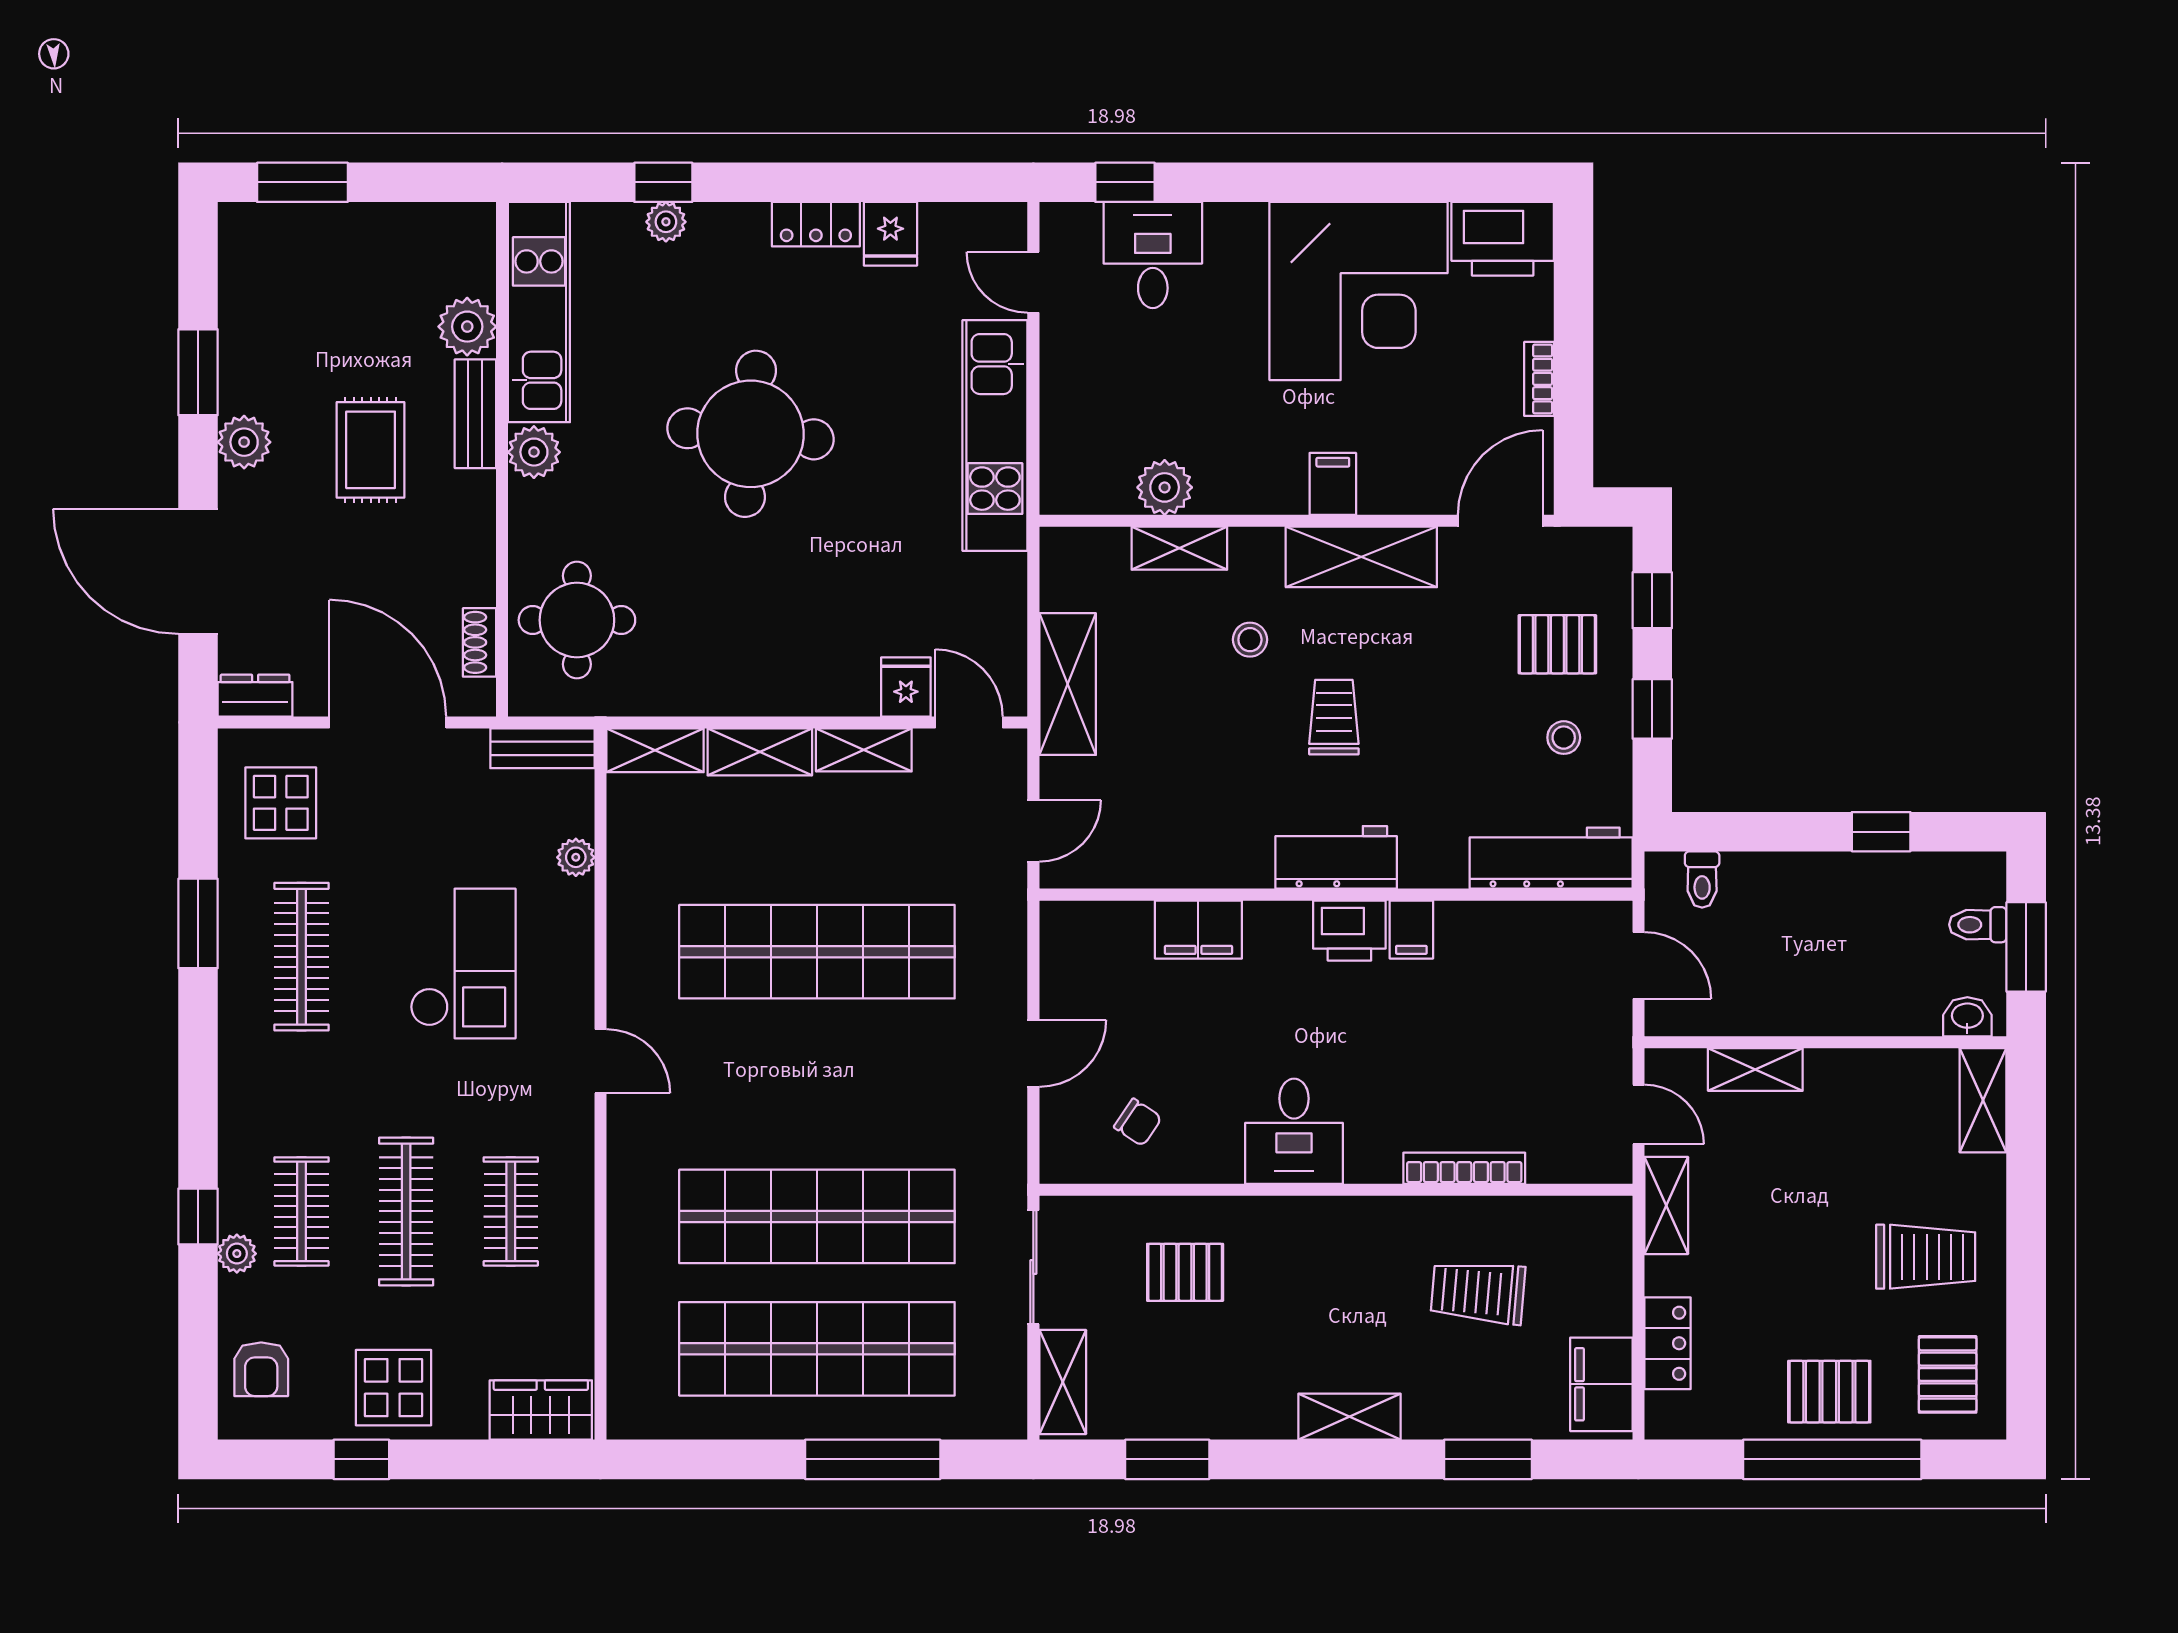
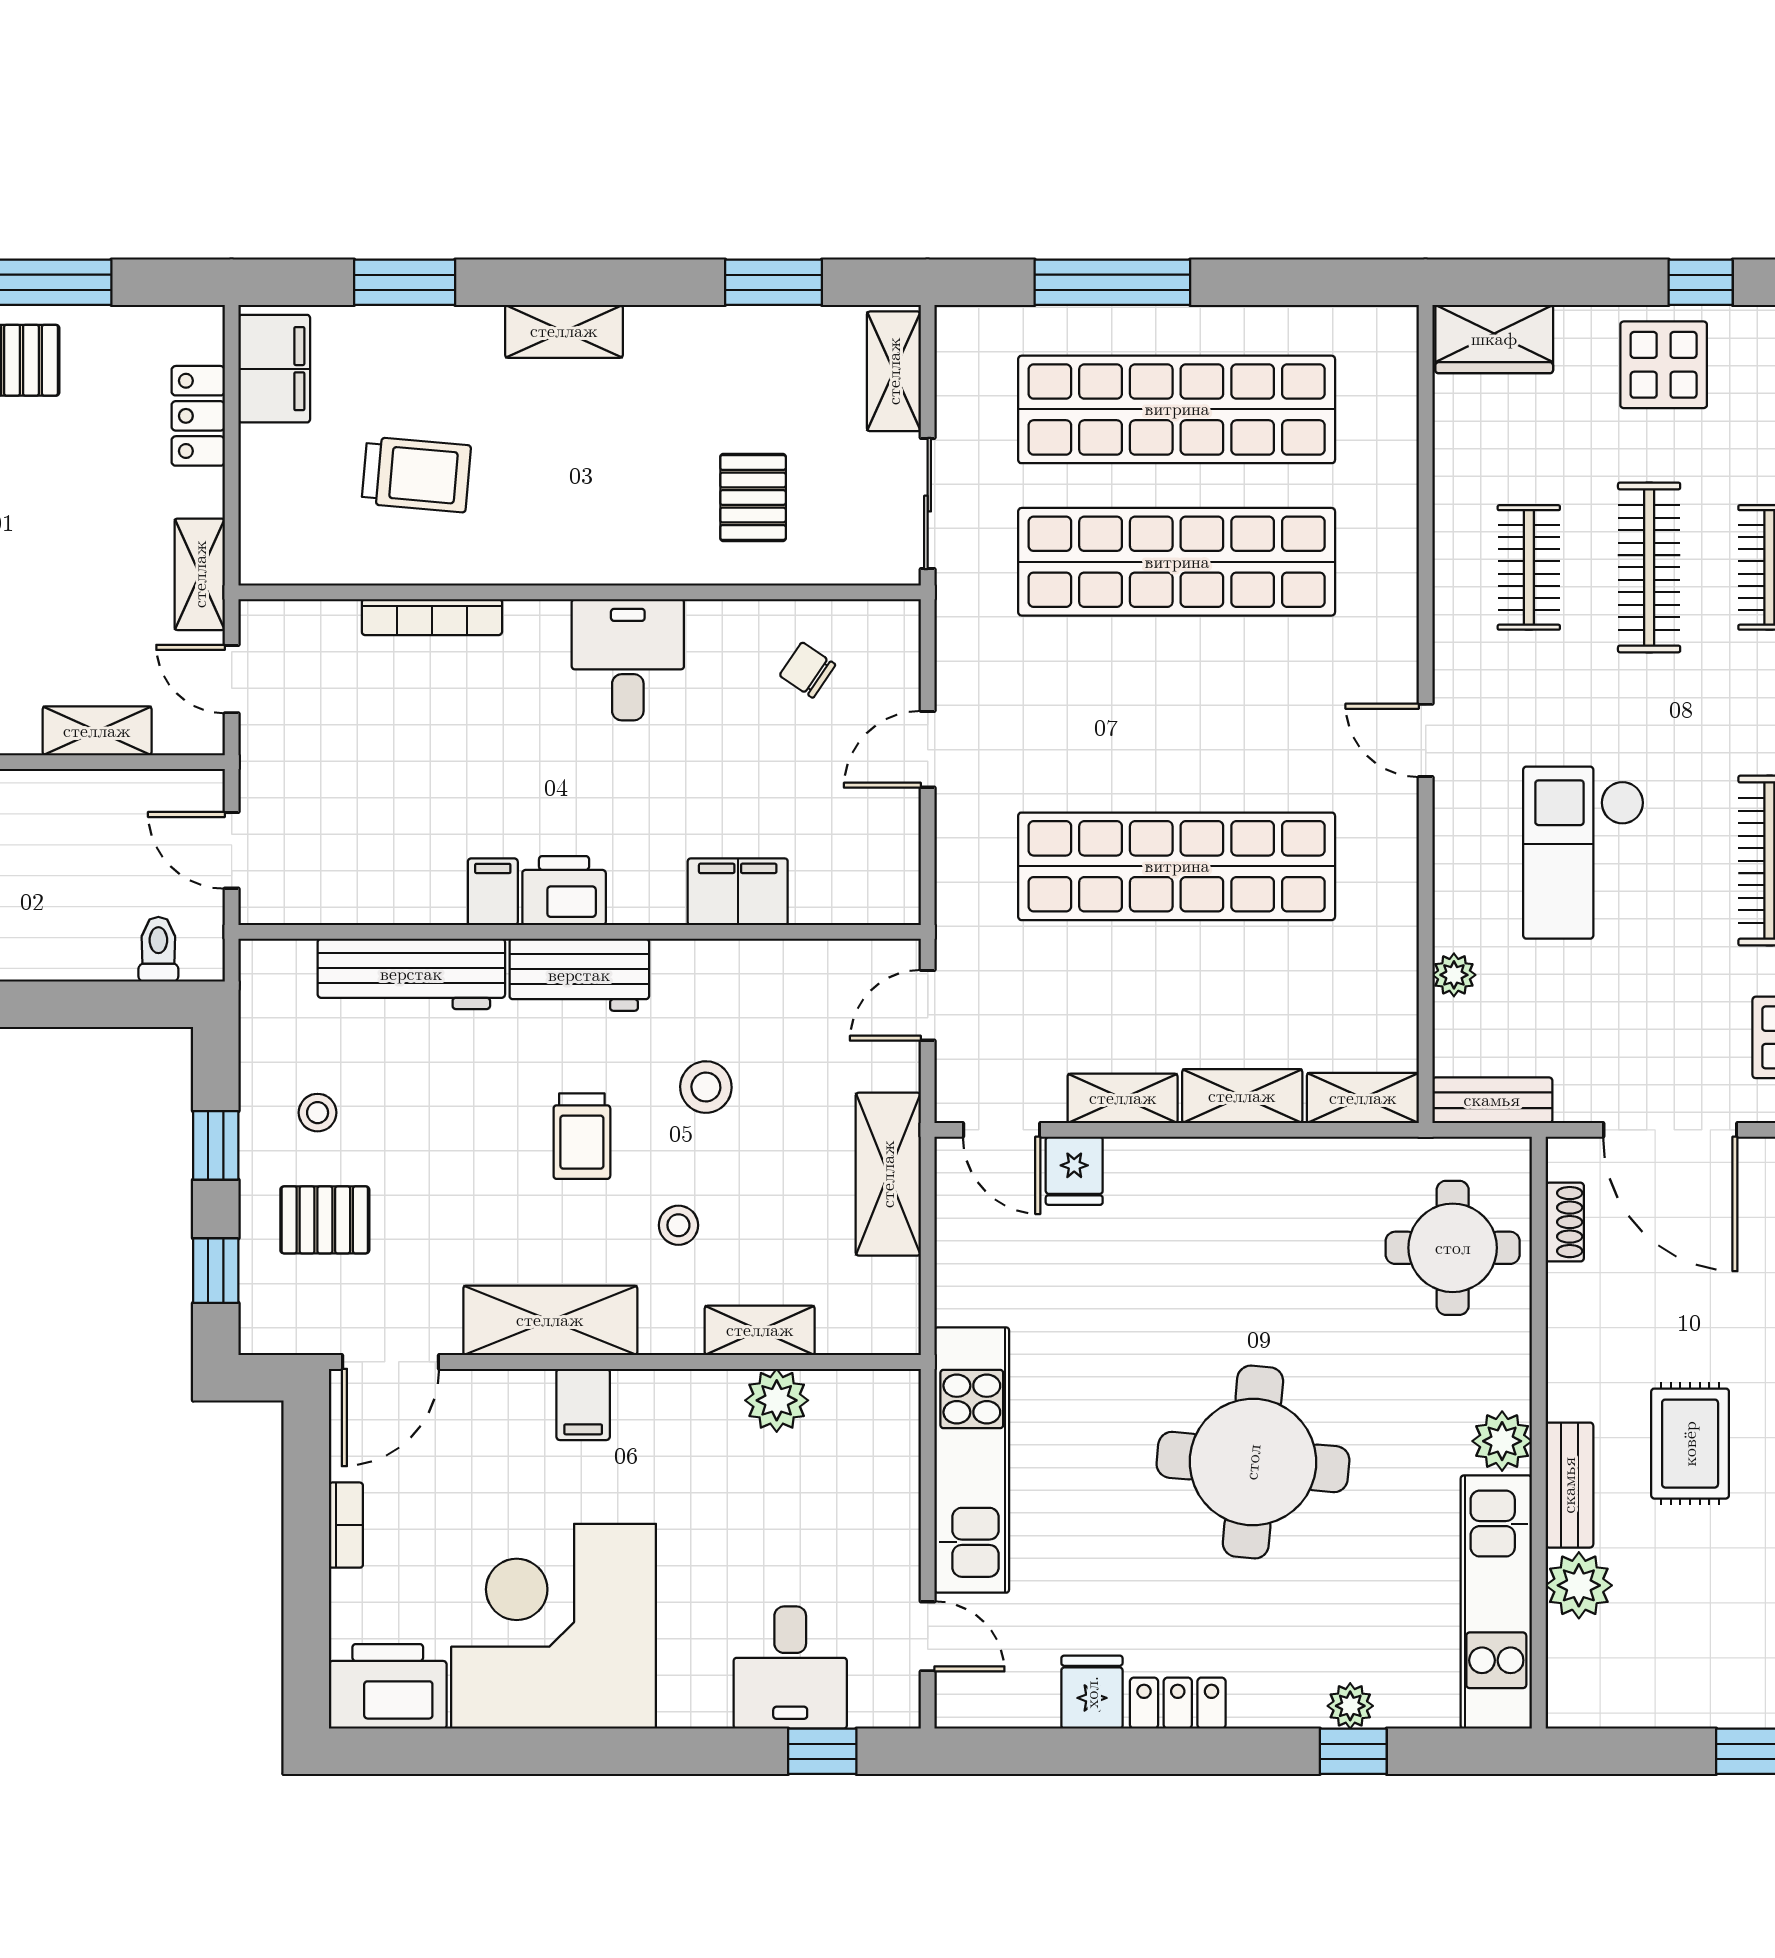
stool: (1226, 760) -> (706, 1087), added
workbench: (1551, 858) -> (411, 974), moved
pallet: (1185, 1272) -> (753, 498), turned 90

